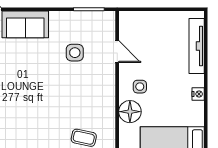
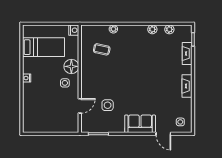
tv unit: (197, 46) -> (28, 110), removed
door: (117, 52) -> (80, 106), swing flipped

